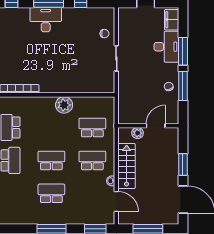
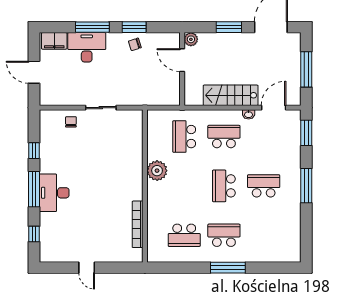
window: (183, 86) -> (134, 27), width x0.69
plant: (138, 133) -> (191, 39), moved
school desk: (92, 160) -> (224, 137), turned 90
school desk: (51, 193) -> (264, 186), turned 90

